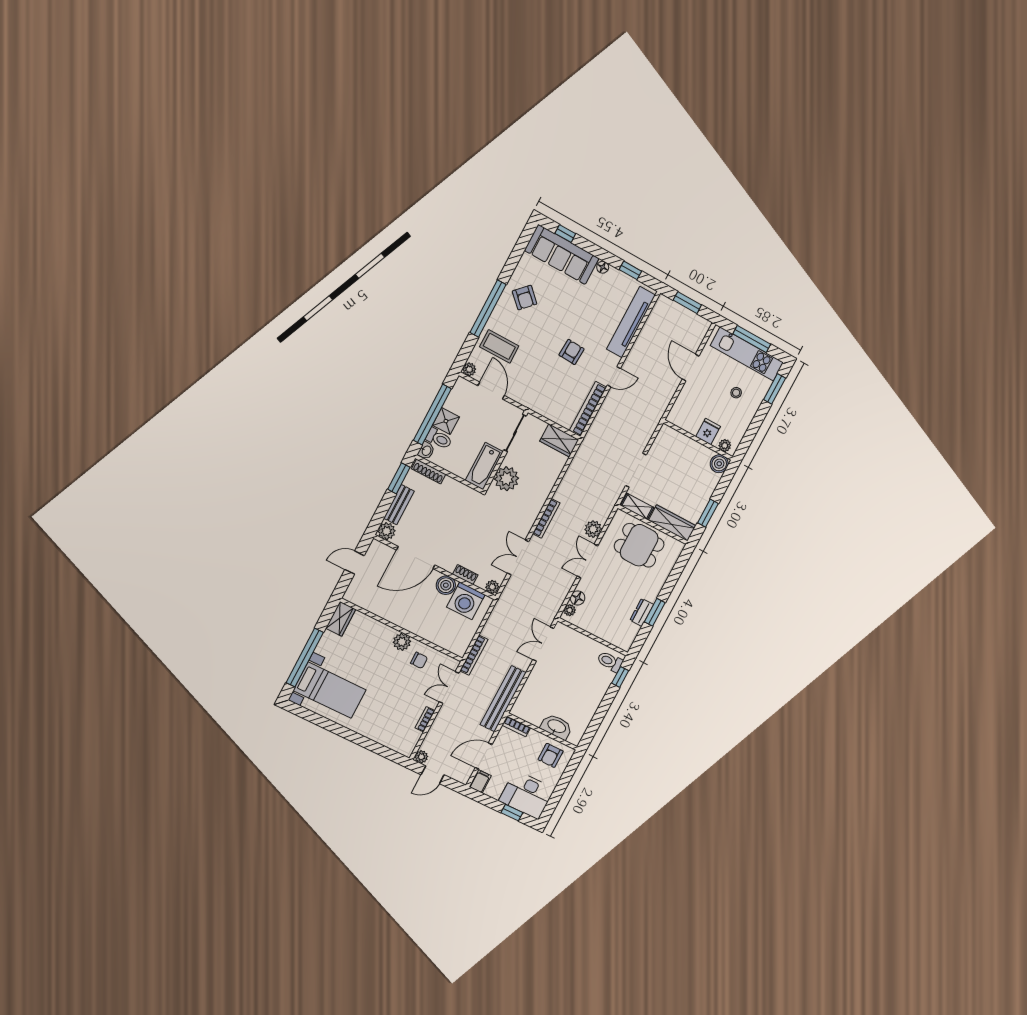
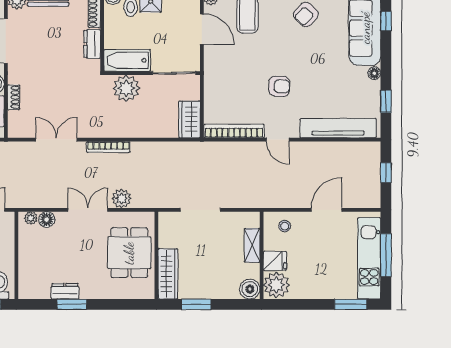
window: (687, 303) -> (386, 173), width x0.67
door: (491, 391) -> (202, 29), hinge flipped
stool: (736, 393) -> (285, 226), moved
plant: (725, 445) -> (276, 285), width x1.88, depth x1.88
dresser: (456, 488) -> (92, 44), added
shelving: (637, 507) -> (252, 245), moved
plant: (492, 587) -> (15, 130), removed

